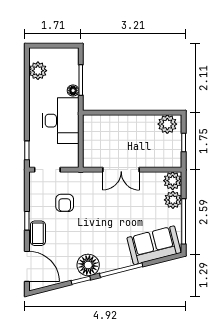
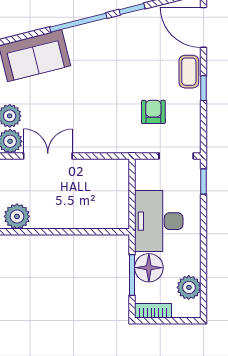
bookcase: (65, 53) -> (153, 311), added
floor lamp: (73, 91) -> (149, 268), width x1.89, depth x1.89
double door: (121, 170) -> (48, 156), moved
floor lamp: (88, 265) -> (122, 29), removed

